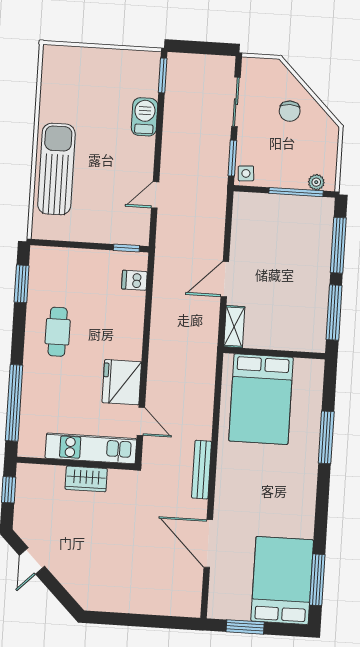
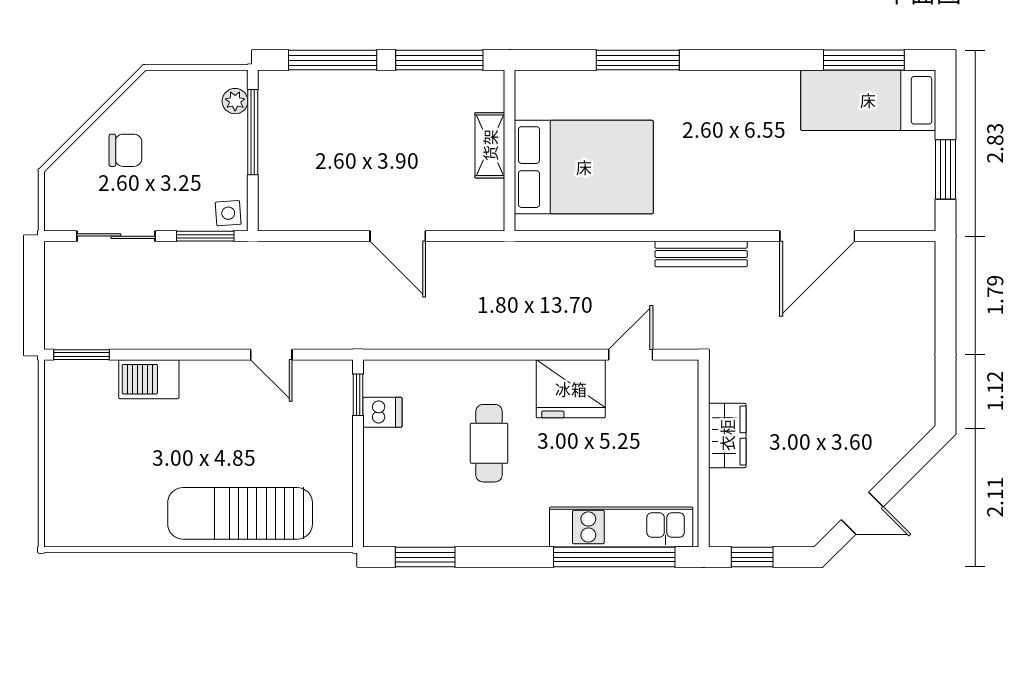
dishwasher: (134, 280) -> (382, 412), moved, turned -90
shelving: (234, 327) -> (490, 145), moved, turned 90
cafe table: (58, 332) -> (489, 443), moved, turned 90
kitchen unit: (91, 448) -> (621, 527), moved, turned 90
bed: (282, 580) -> (868, 100), width x0.67

